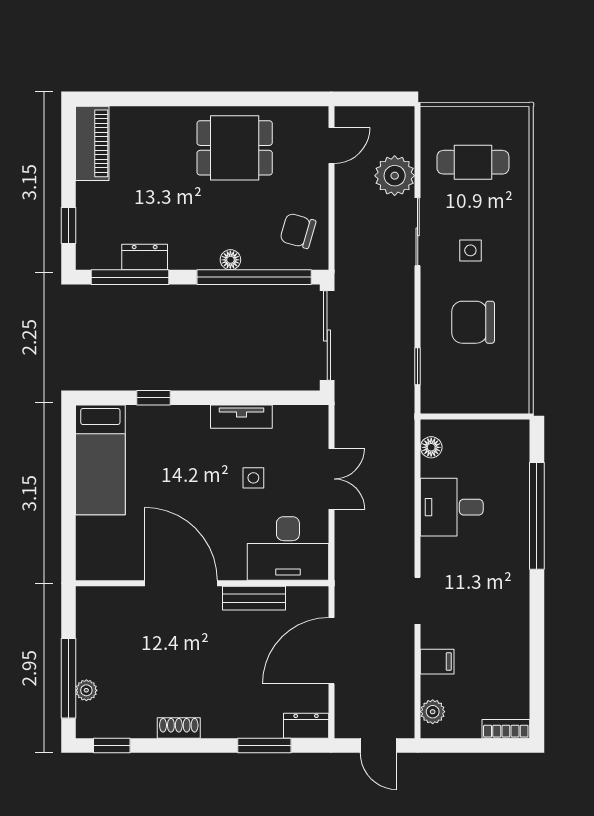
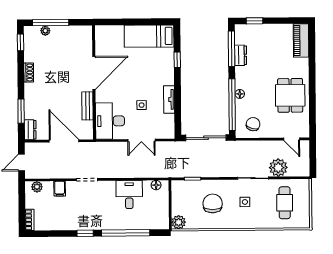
piano: (92, 143) -> (301, 40), moved, turned 90
plant: (514, 398) -> (179, 222), added
window: (537, 606) -> (85, 233), added

